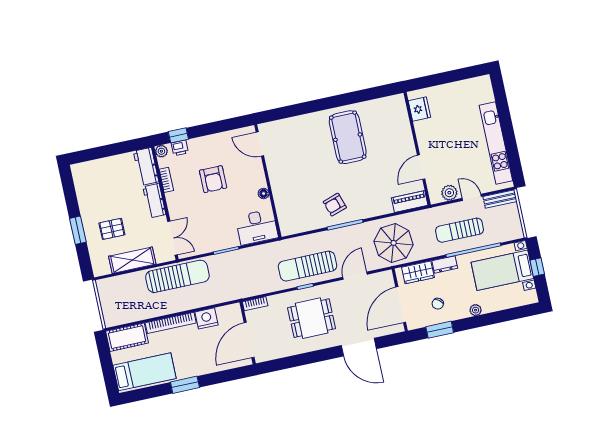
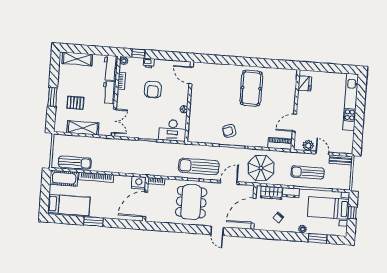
kitchen unit: (496, 143) -> (351, 102), moved
printer: (180, 148) -> (149, 63), moved
shelving: (96, 168) -> (77, 59), added
sun lounger: (177, 276) -> (75, 163), moved, width x0.73, depth x0.75
nightstand: (207, 318) -> (139, 183), moved
dining table: (312, 318) -> (191, 202), width x1.38
window: (440, 330) -> (318, 238), moved
door: (359, 347) -> (217, 231), width x0.53

